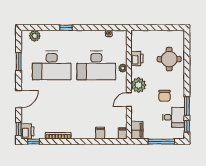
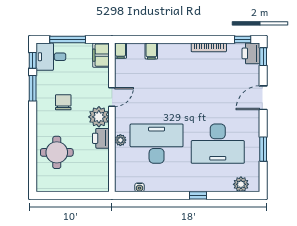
printer: (137, 59) -> (101, 138), moved
desk: (52, 65) -> (218, 144), turned 180
desk: (173, 117) -> (51, 57), moved

